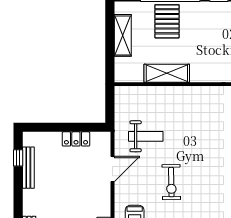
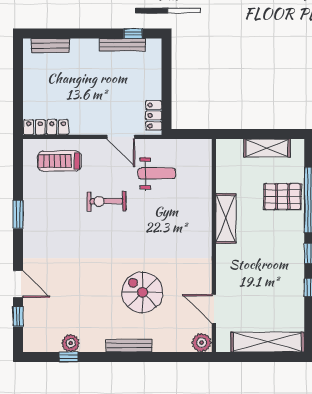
shelving: (167, 73) -> (226, 218), moved
weight bench: (146, 136) -> (157, 173), turned -90
locker: (76, 139) -> (154, 115), moved

